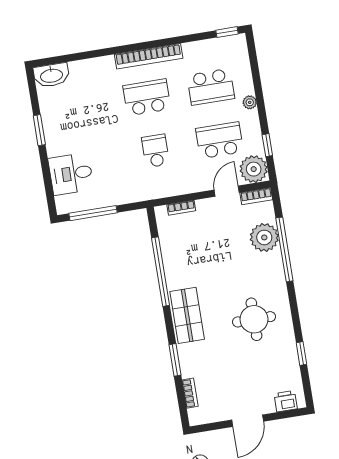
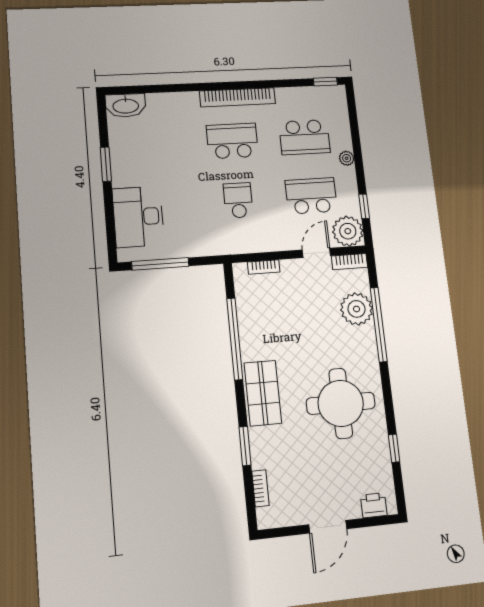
desk: (71, 174) -> (138, 217), width x1.37
round table: (254, 319) -> (341, 403), width x1.36, depth x1.36

